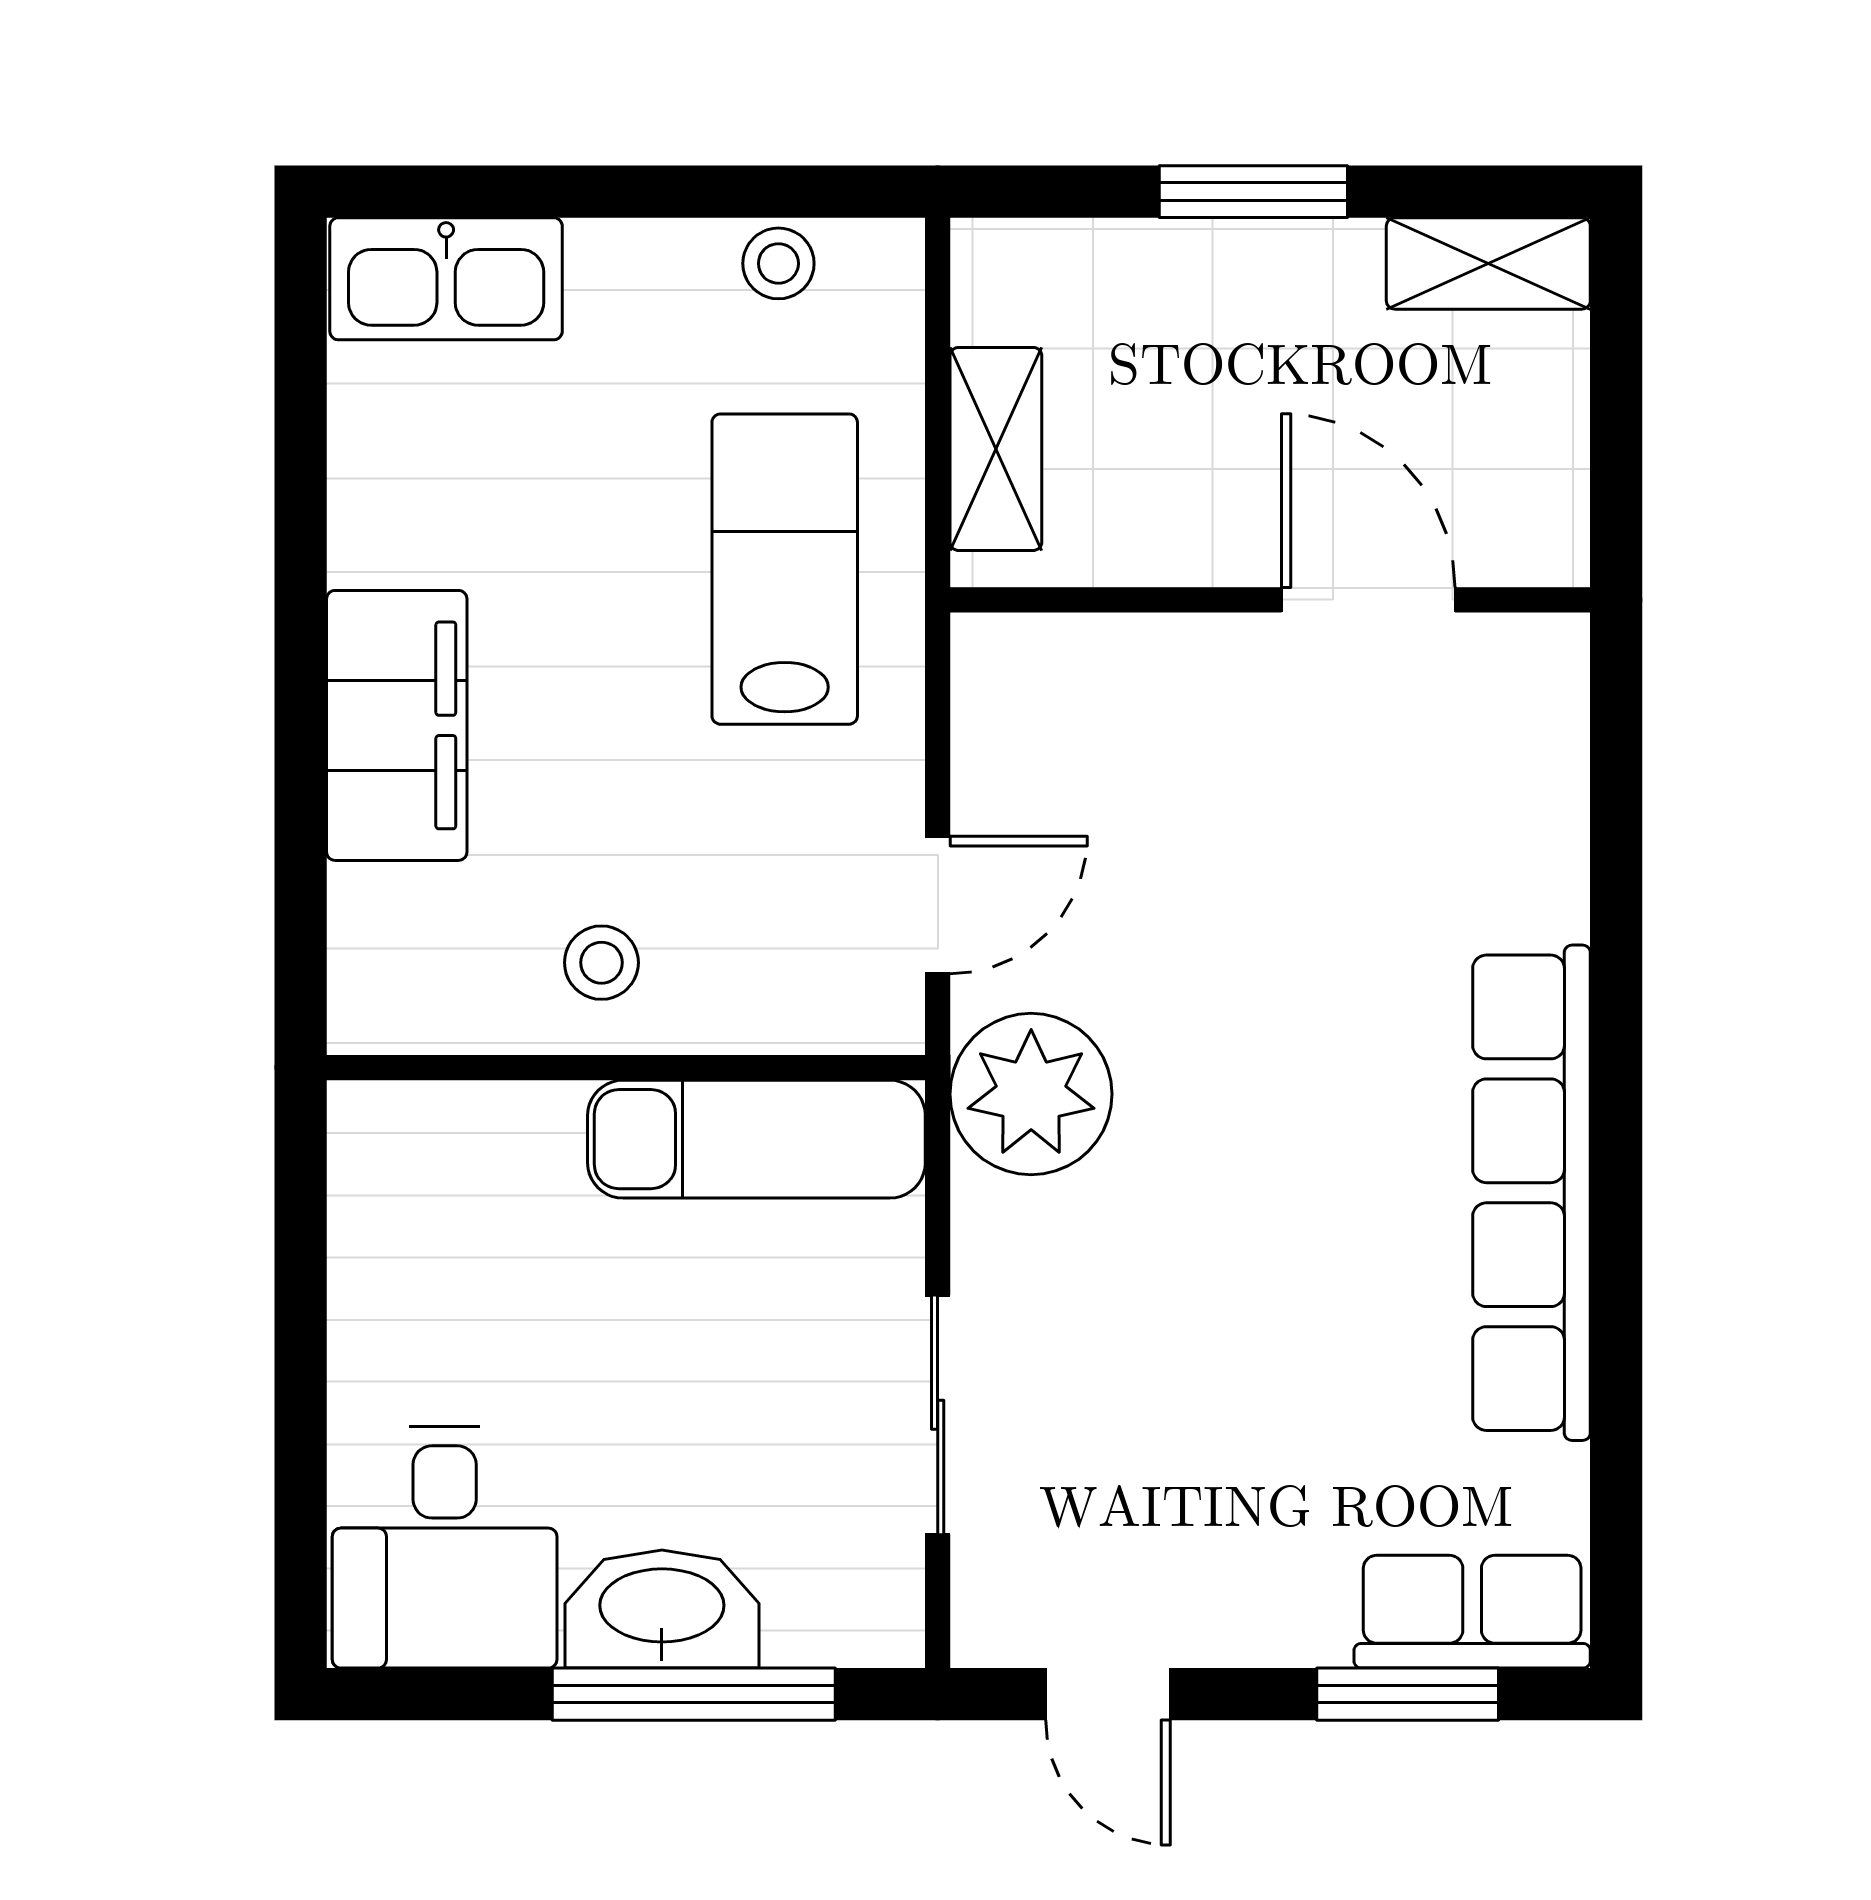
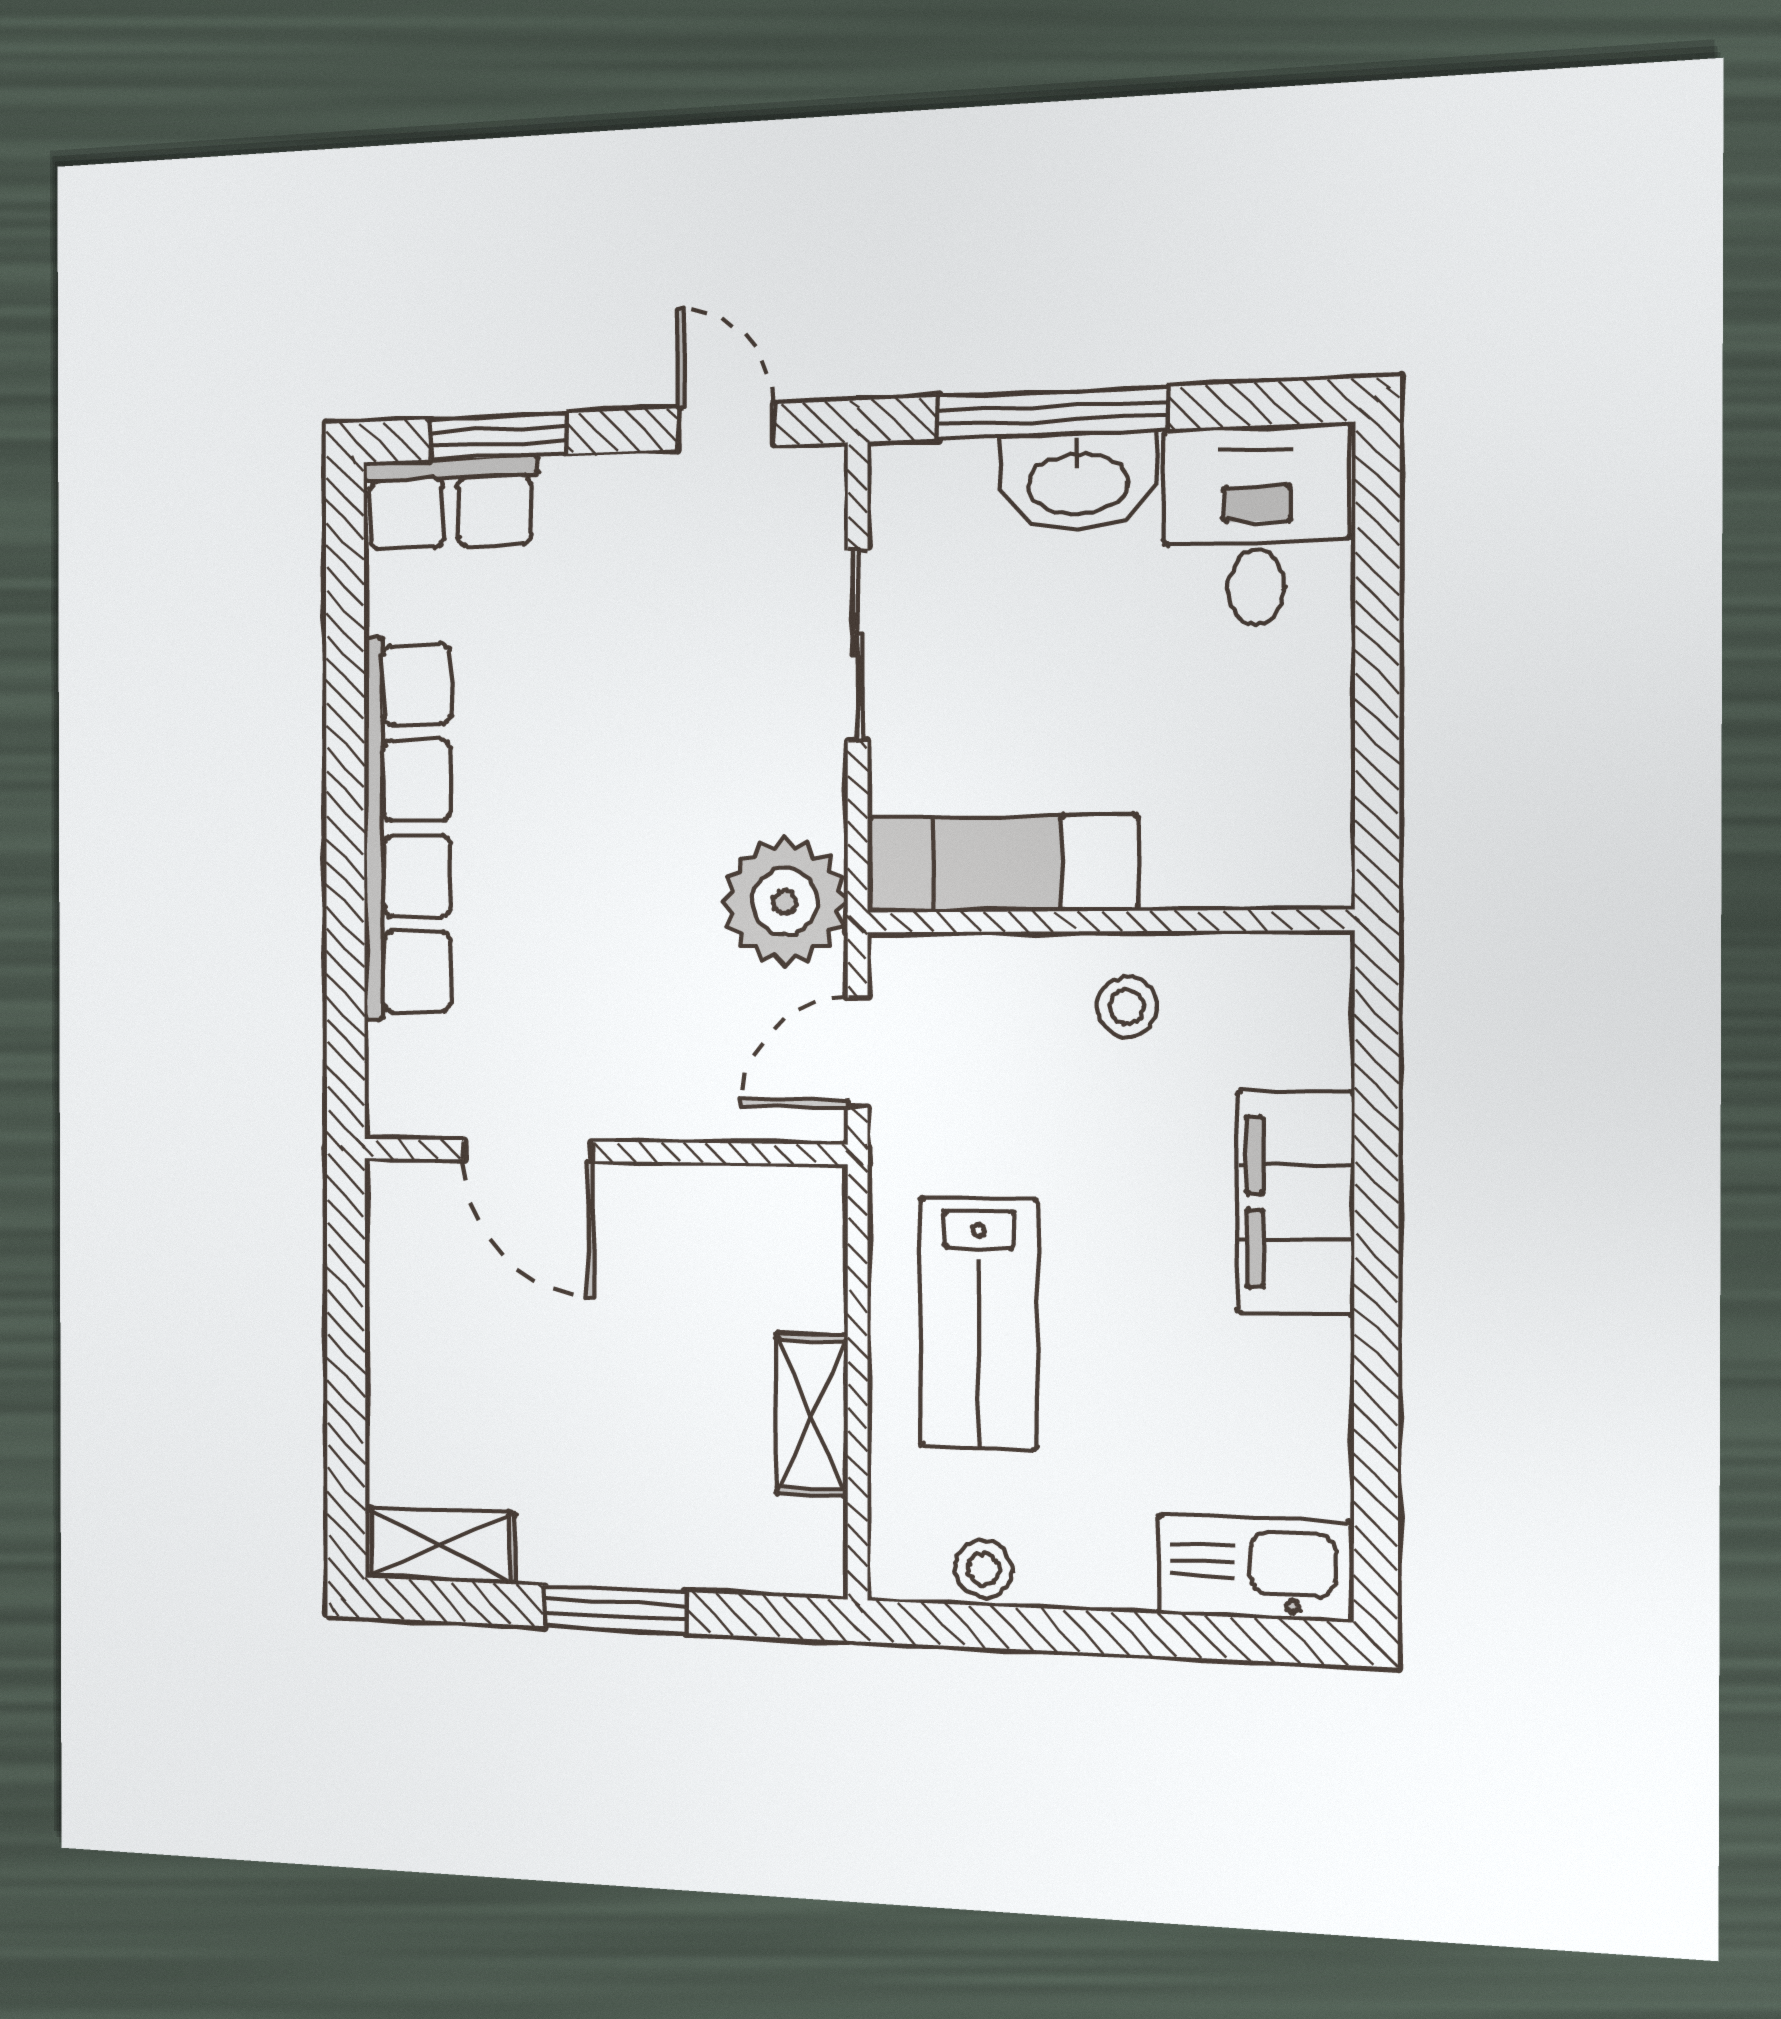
wall: (1270, 600) -> (602, 1152), moved
door: (1368, 600) -> (528, 1151), moved

